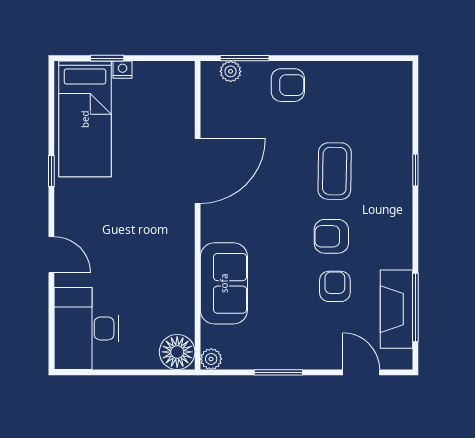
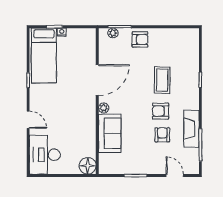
fireplace: (397, 309) -> (191, 129), moved
plant: (211, 359) -> (104, 108), moved

